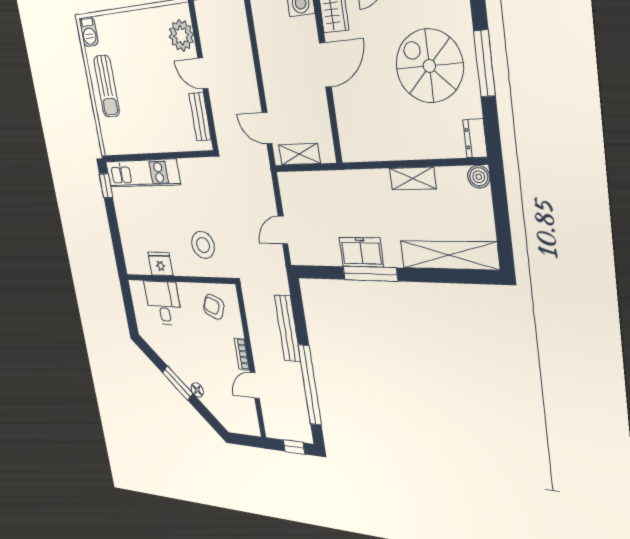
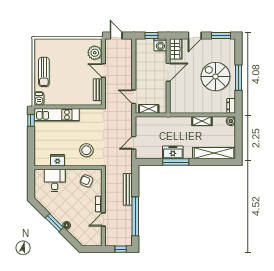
barbecue: (89, 32) -> (39, 98), moved

